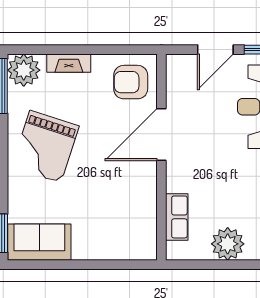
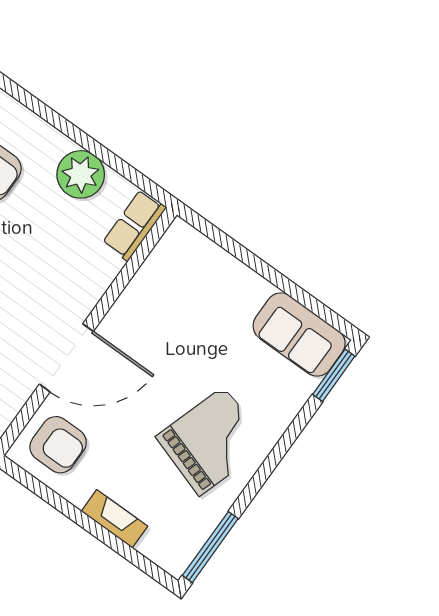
plant: (24, 70) -> (173, 549), removed
row of seats: (177, 217) -> (134, 225), moved

